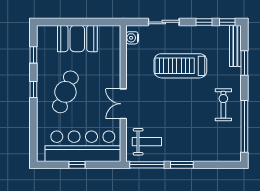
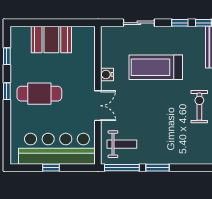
water cooler: (132, 38) -> (107, 74), moved
cafe table: (65, 92) -> (39, 94), turned 69
double door: (123, 104) -> (98, 106), swing flipped

